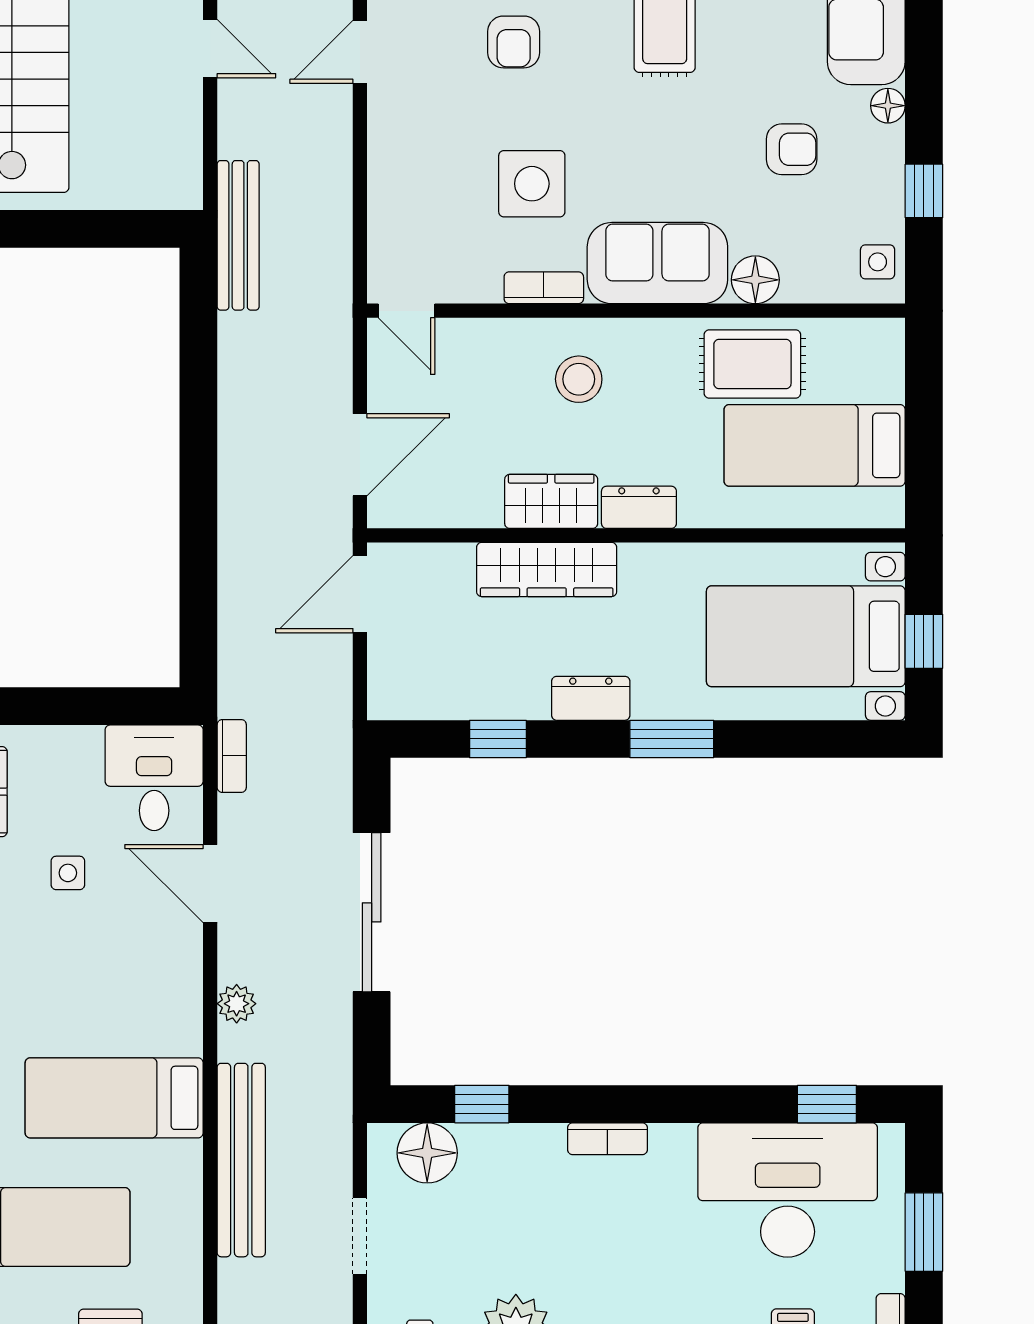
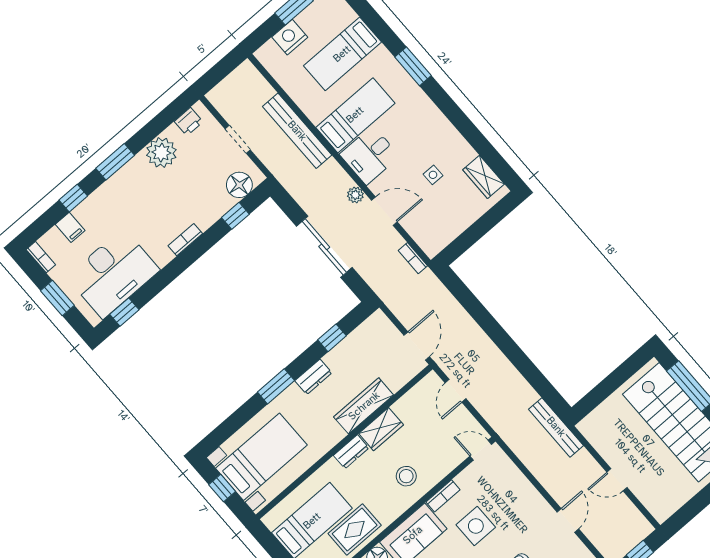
door: (360, 455) -> (456, 391), width x0.73
desk: (154, 778) -> (370, 155), moved, turned 90
plant: (237, 1004) -> (355, 195), moved

